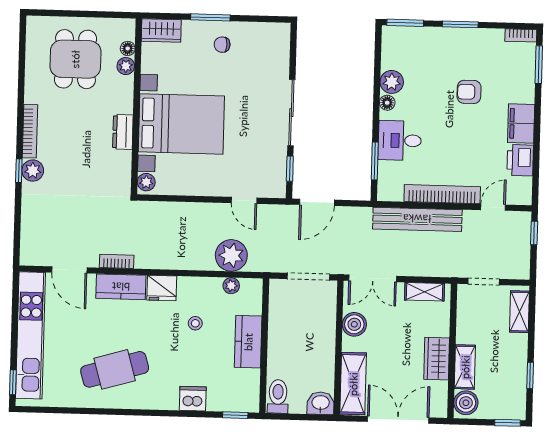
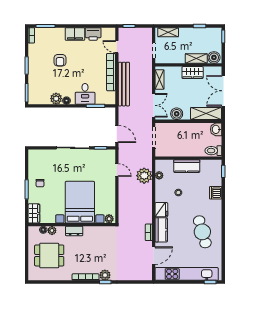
dresser: (123, 132) -> (74, 231), moved
door: (244, 200) -> (117, 170), hinge flipped

